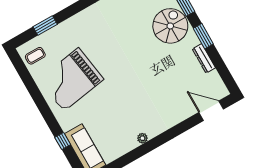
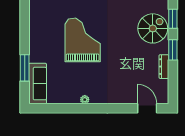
grand piano: (71, 79) -> (83, 40), moved, turned 99
window: (63, 141) -> (25, 68), width x2.17

